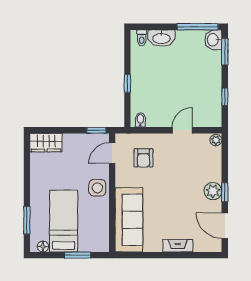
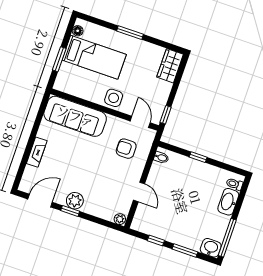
window: (225, 52) -> (185, 250), moved
window: (27, 220) -> (130, 33), moved

